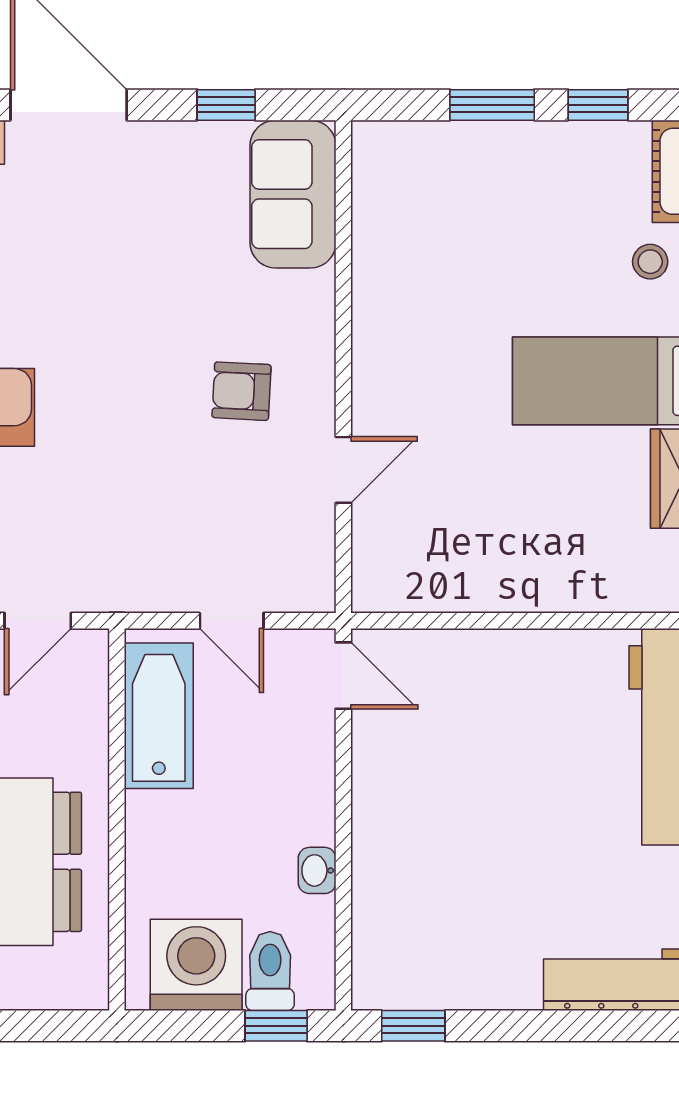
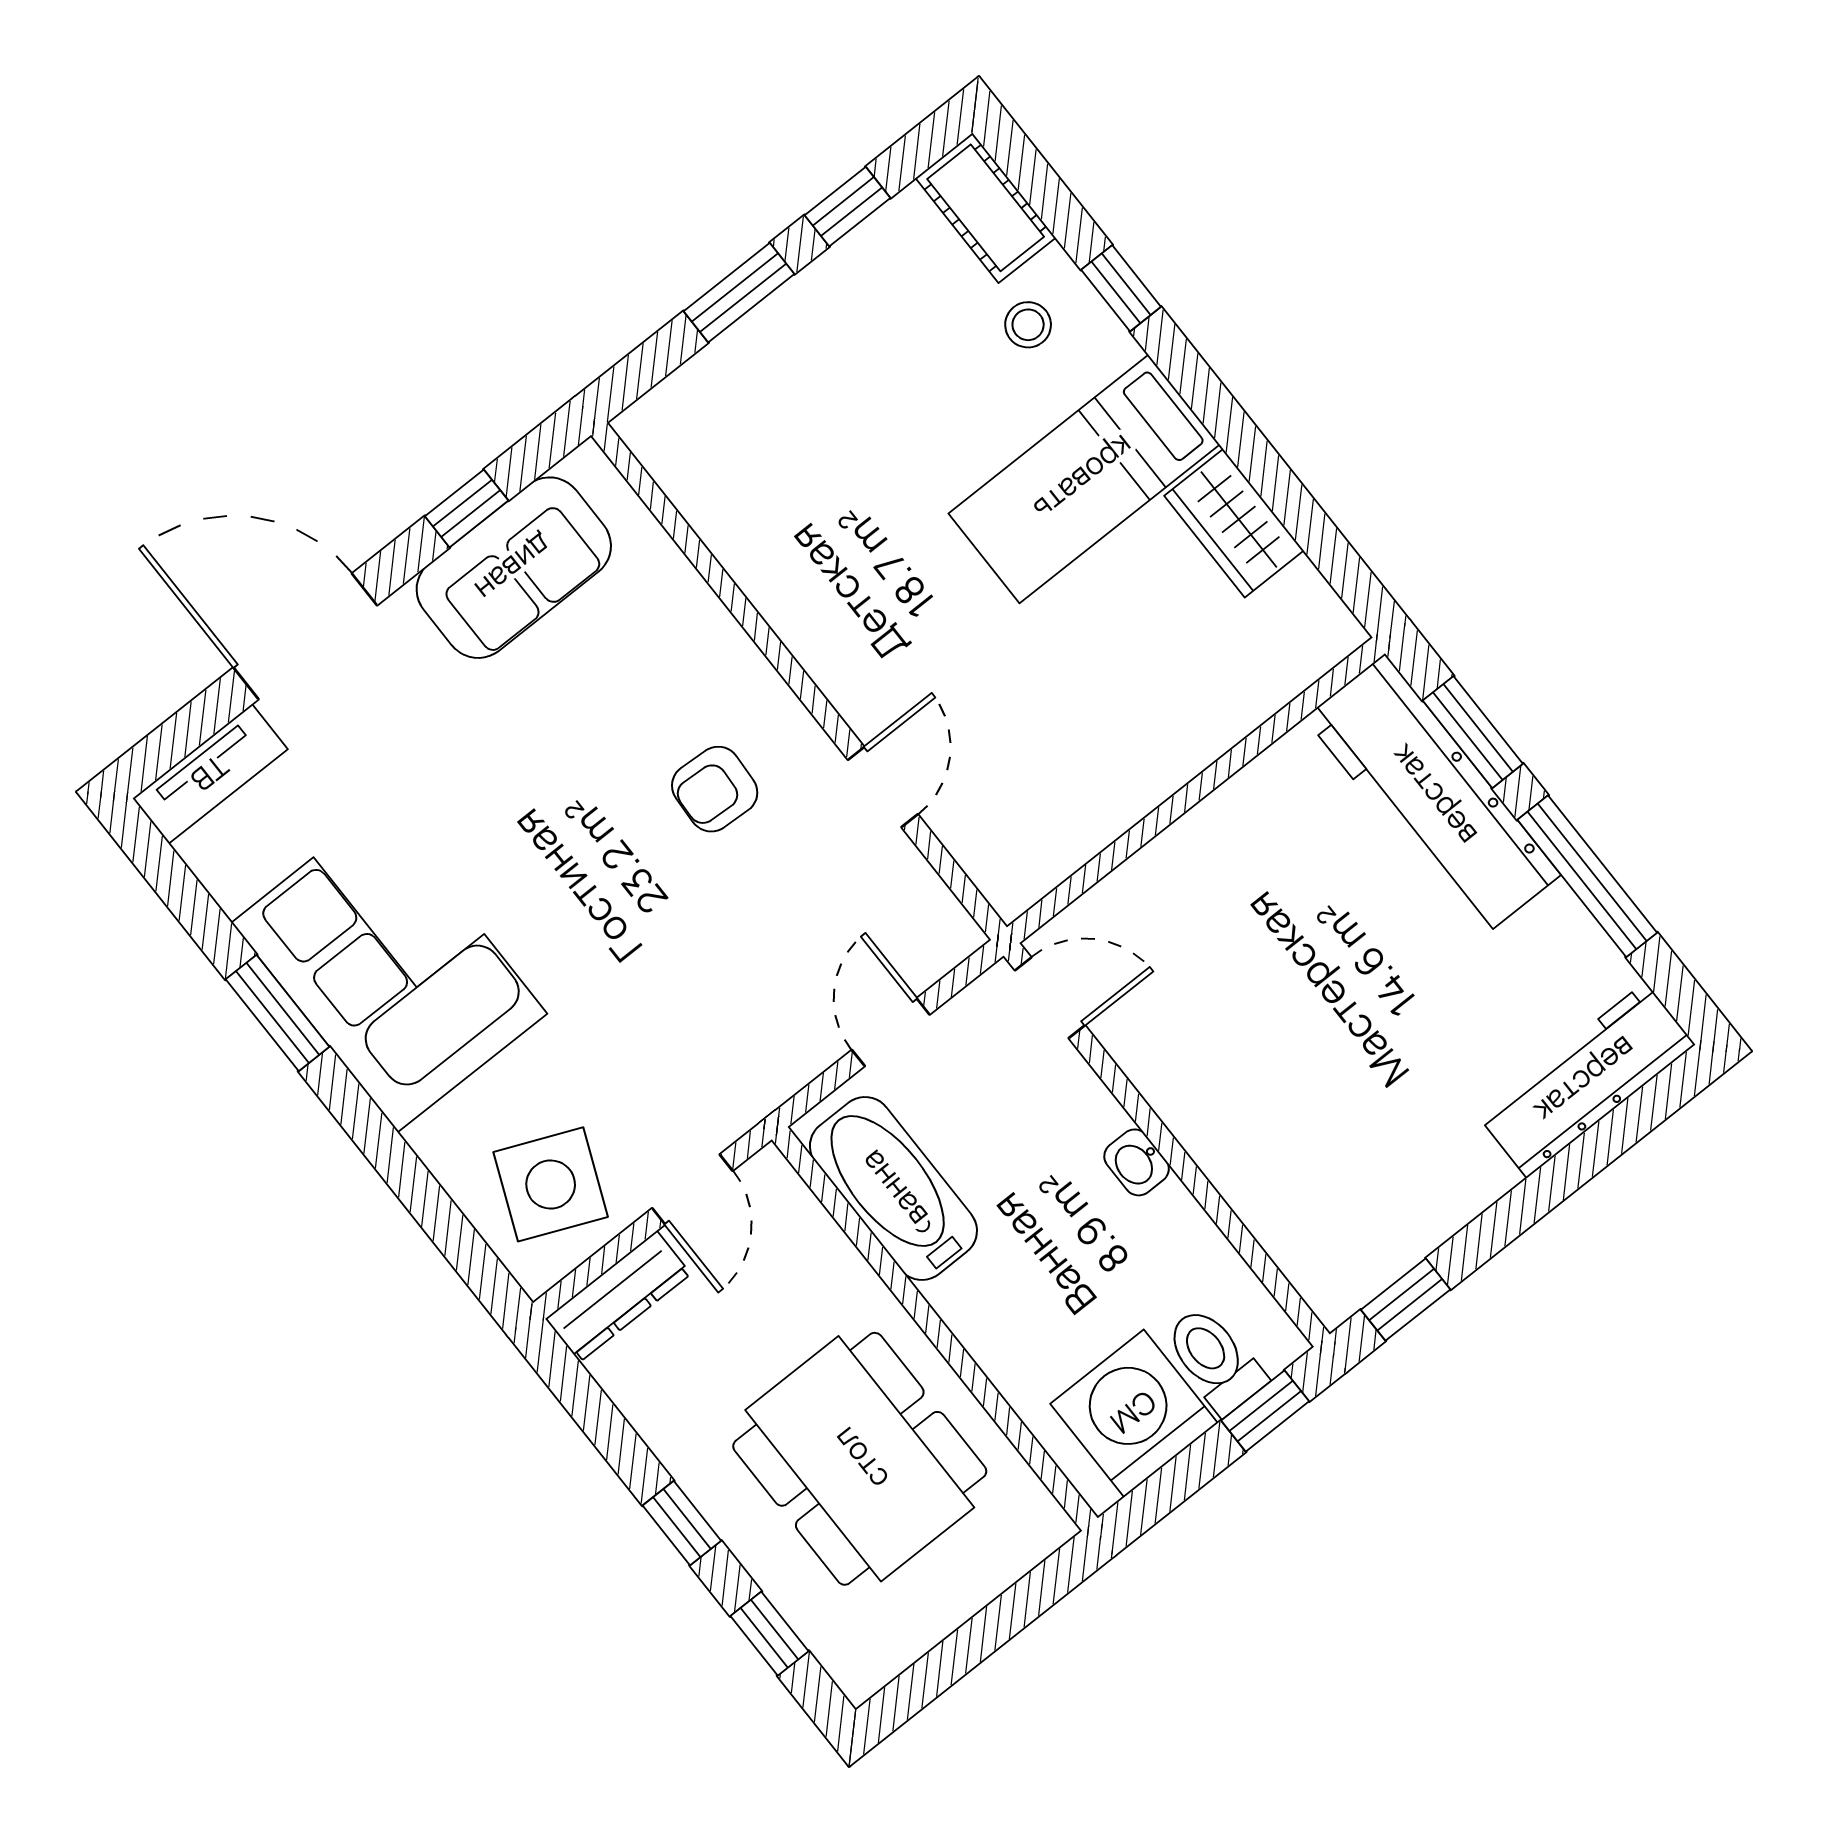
sofa: (293, 194) -> (514, 568), moved, turned -90
door: (232, 621) -> (891, 1032), swing flipped
washbasin: (317, 870) -> (1137, 1162), moved

